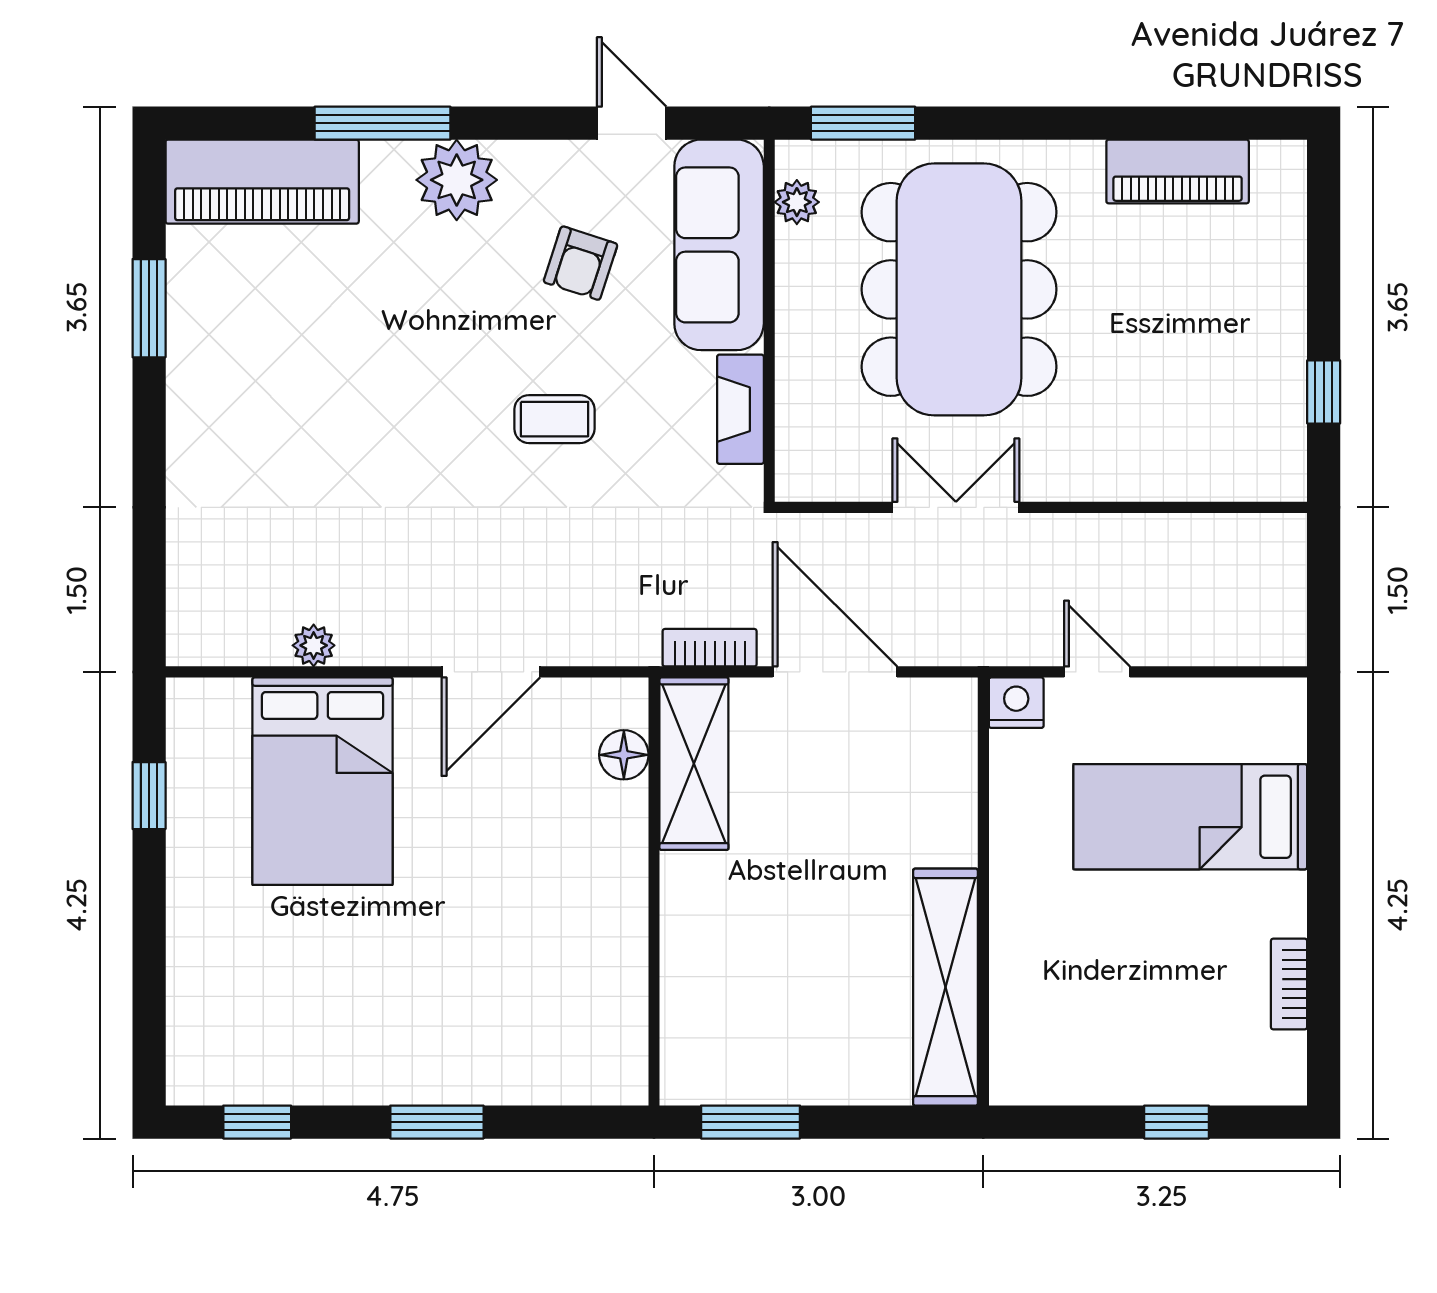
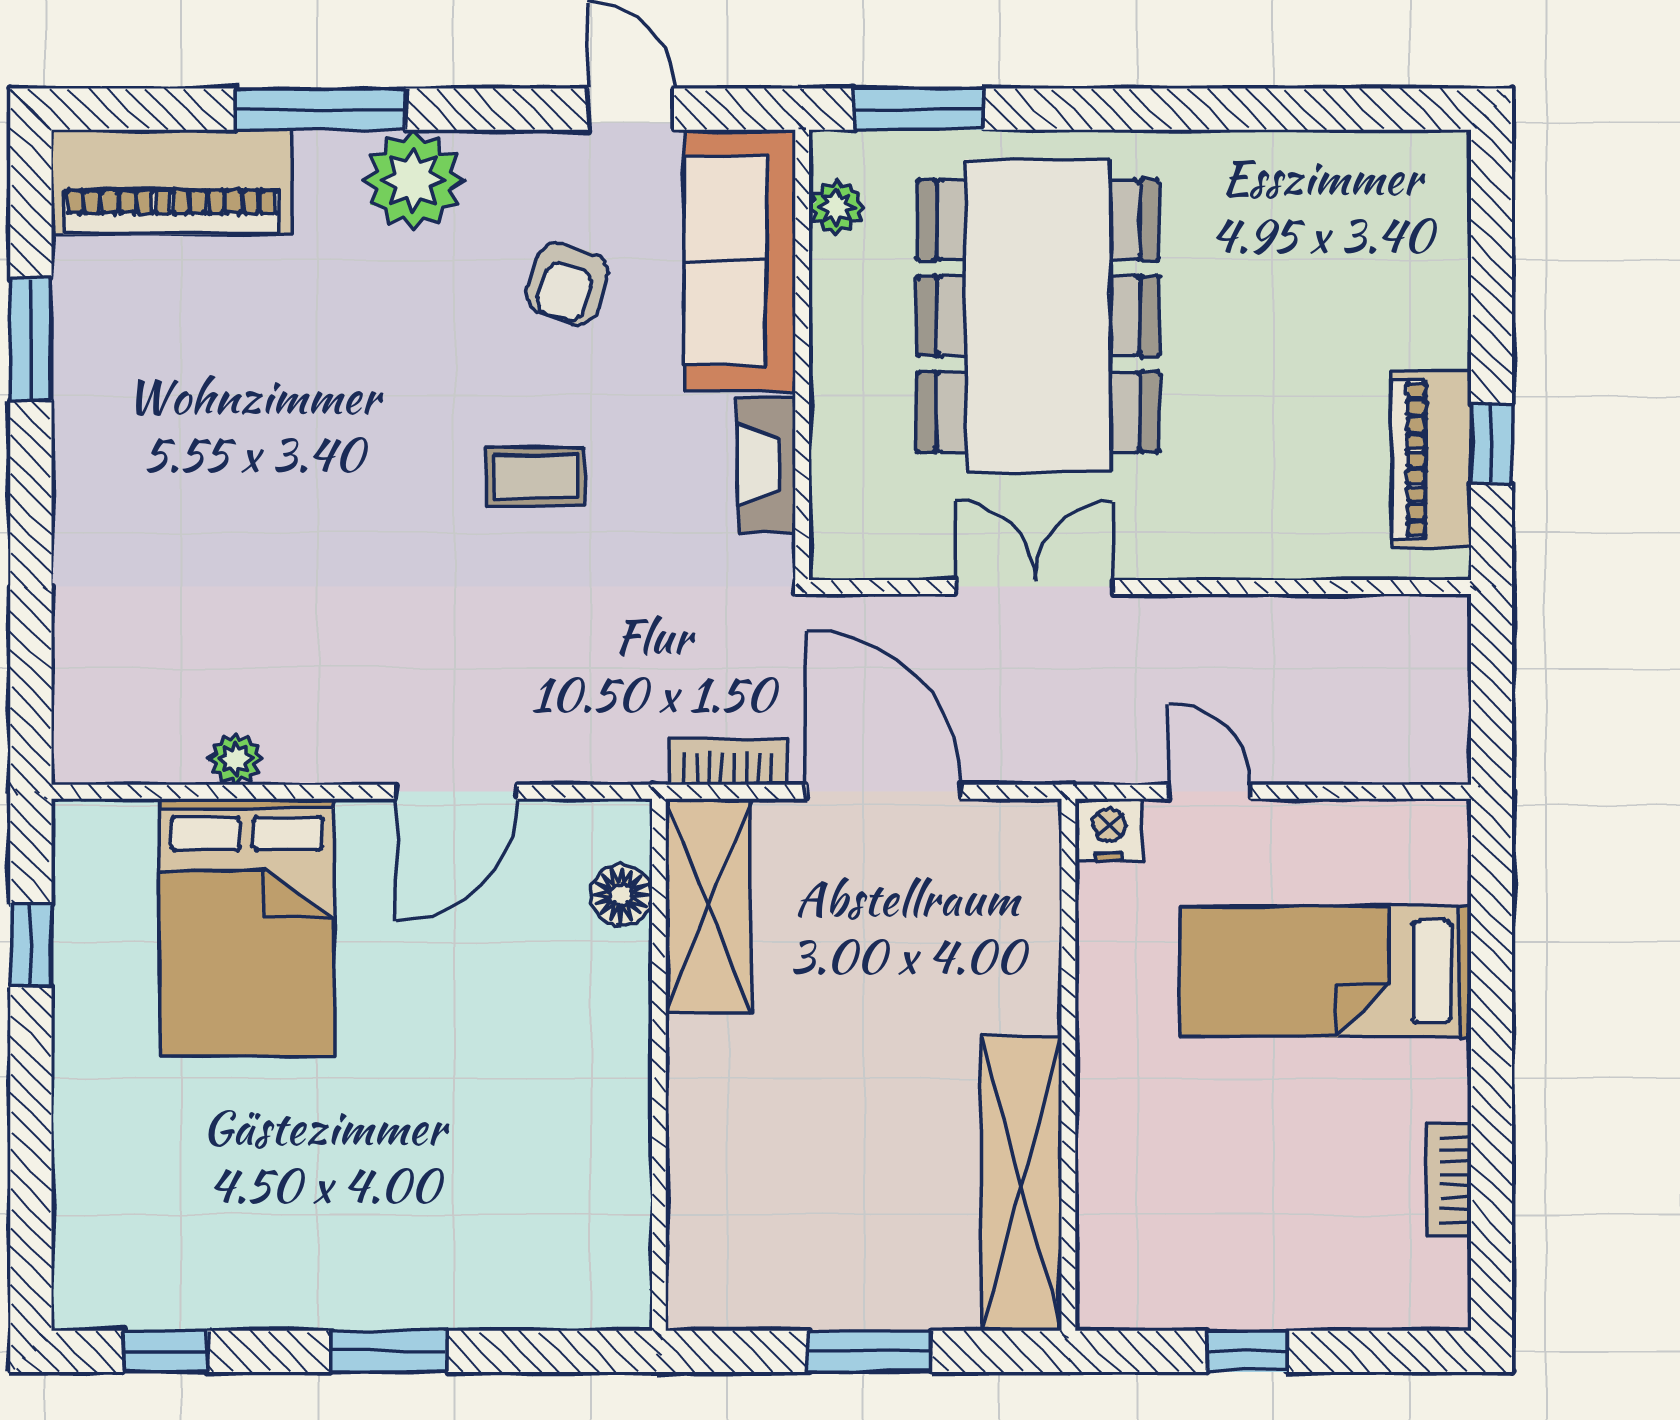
piano: (1178, 171) -> (1431, 460), moved, turned 90
window: (750, 1122) -> (870, 1351), moved
window: (1176, 1122) -> (1247, 1351), moved

